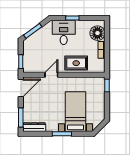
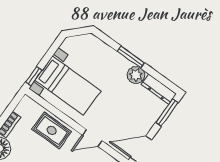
bed with nightstands: (76, 112) -> (68, 85), moved, turned -90
plant: (52, 126) -> (136, 75), added

